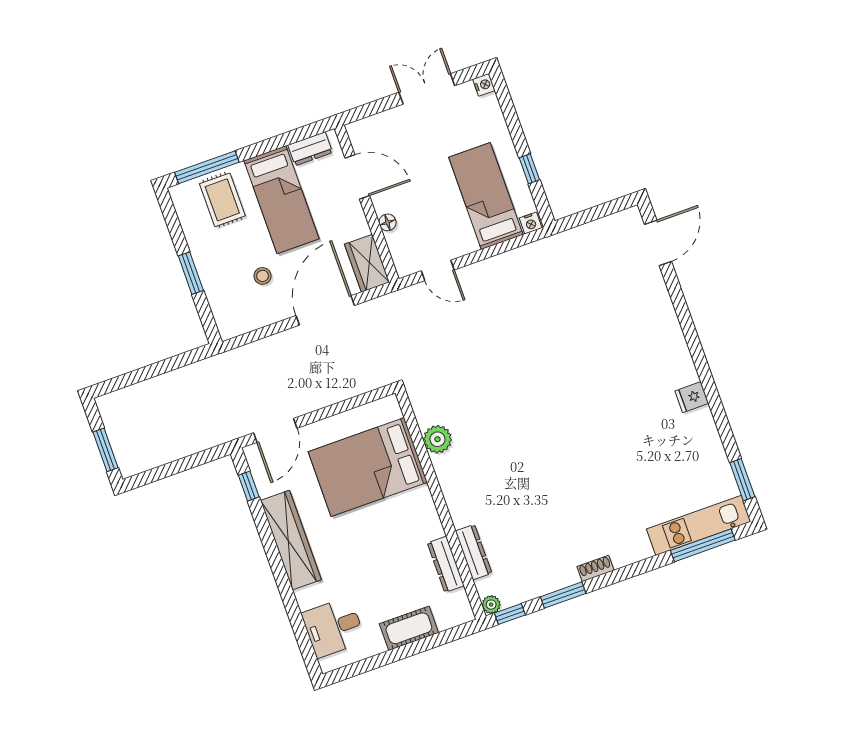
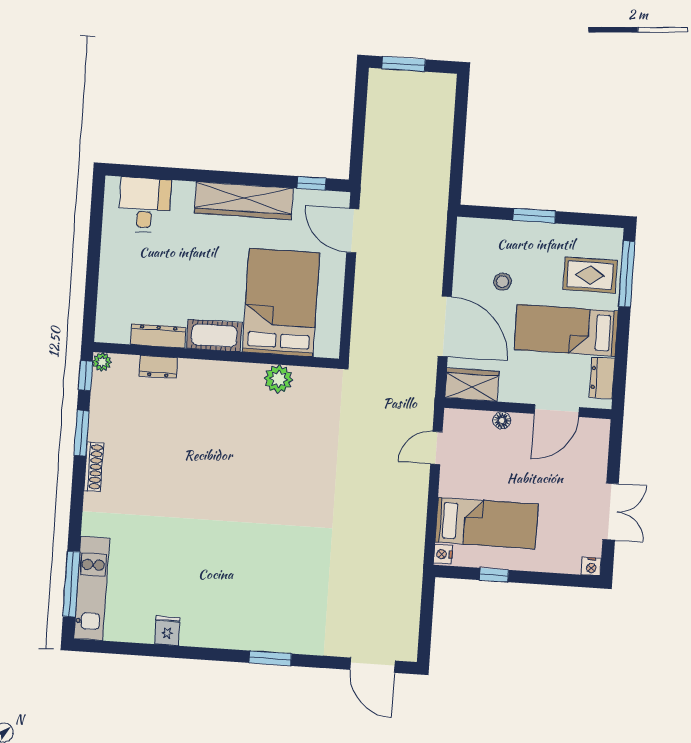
fridge: (692, 397) -> (167, 631), moved
window: (742, 480) -> (270, 658), moved
dresser: (474, 552) -> (158, 367), width x0.70
shoe rack: (595, 568) -> (94, 467), width x1.43
cot: (409, 628) -> (214, 336), moved, turned 90

